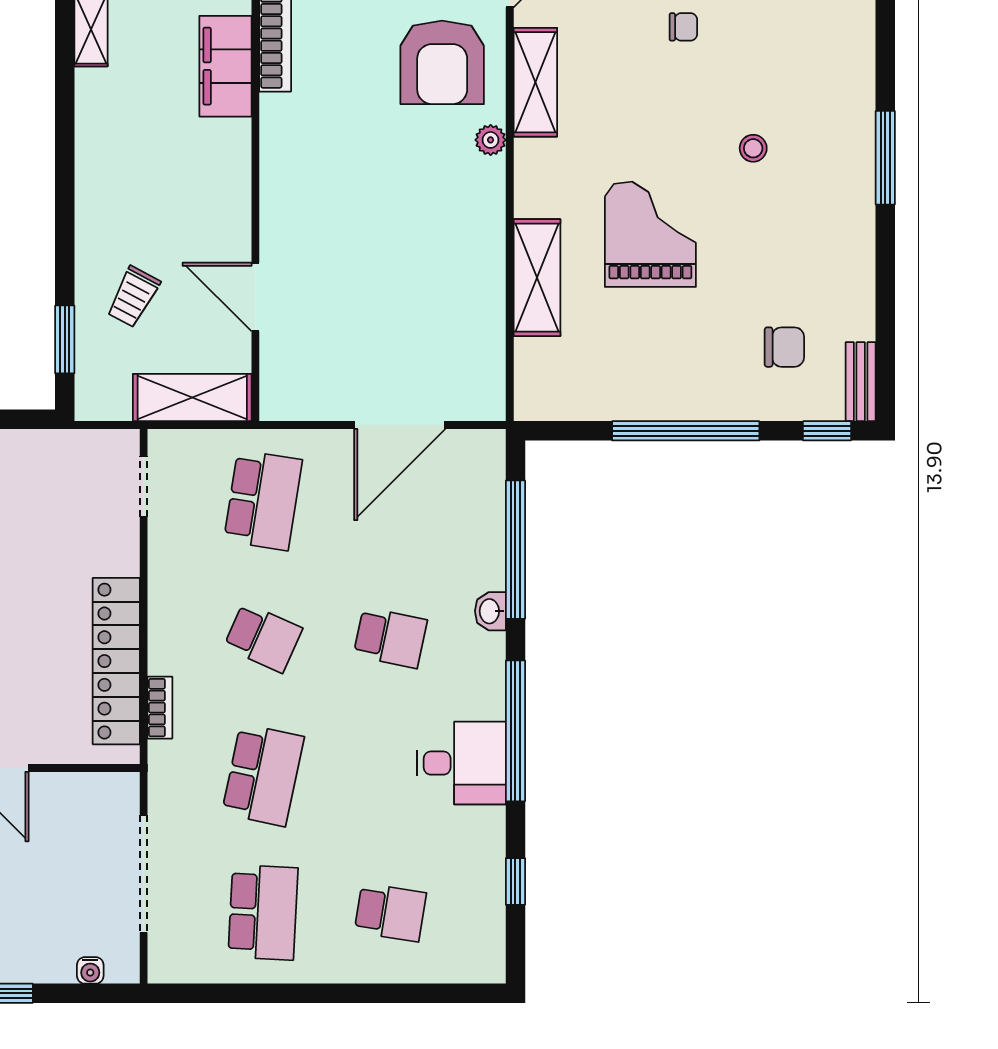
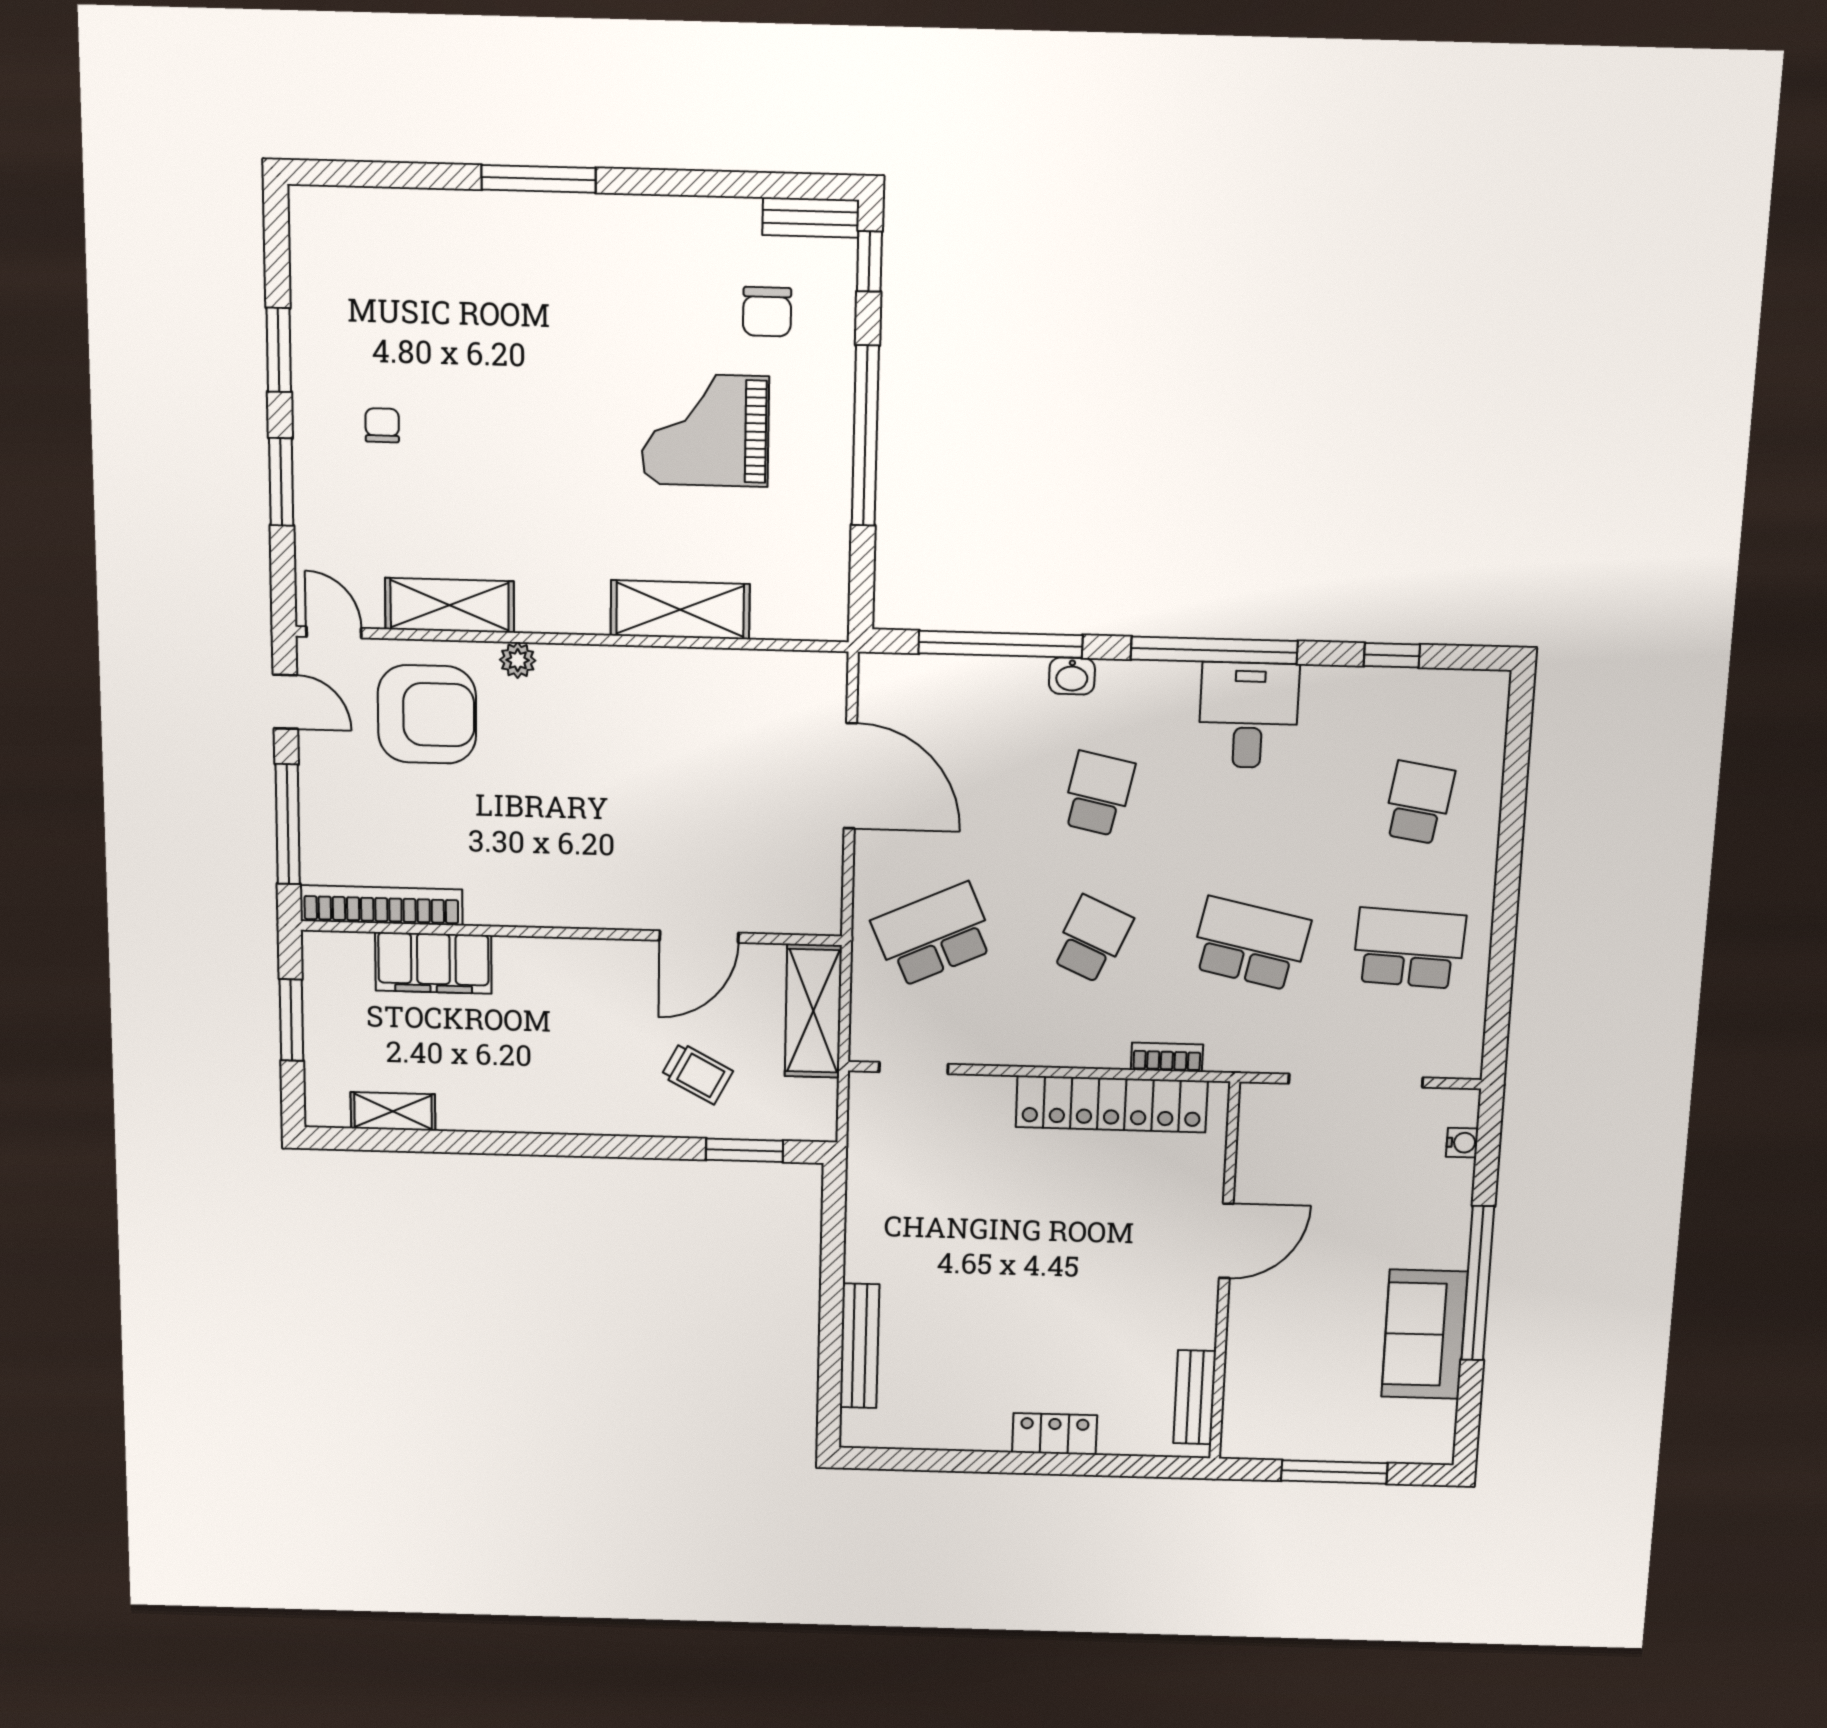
stool: (753, 148) -> (527, 344), removed
grand piano: (650, 234) -> (705, 430), moved
chair: (784, 347) -> (767, 312), turned 180
school desk: (263, 500) -> (933, 935), turned -33

